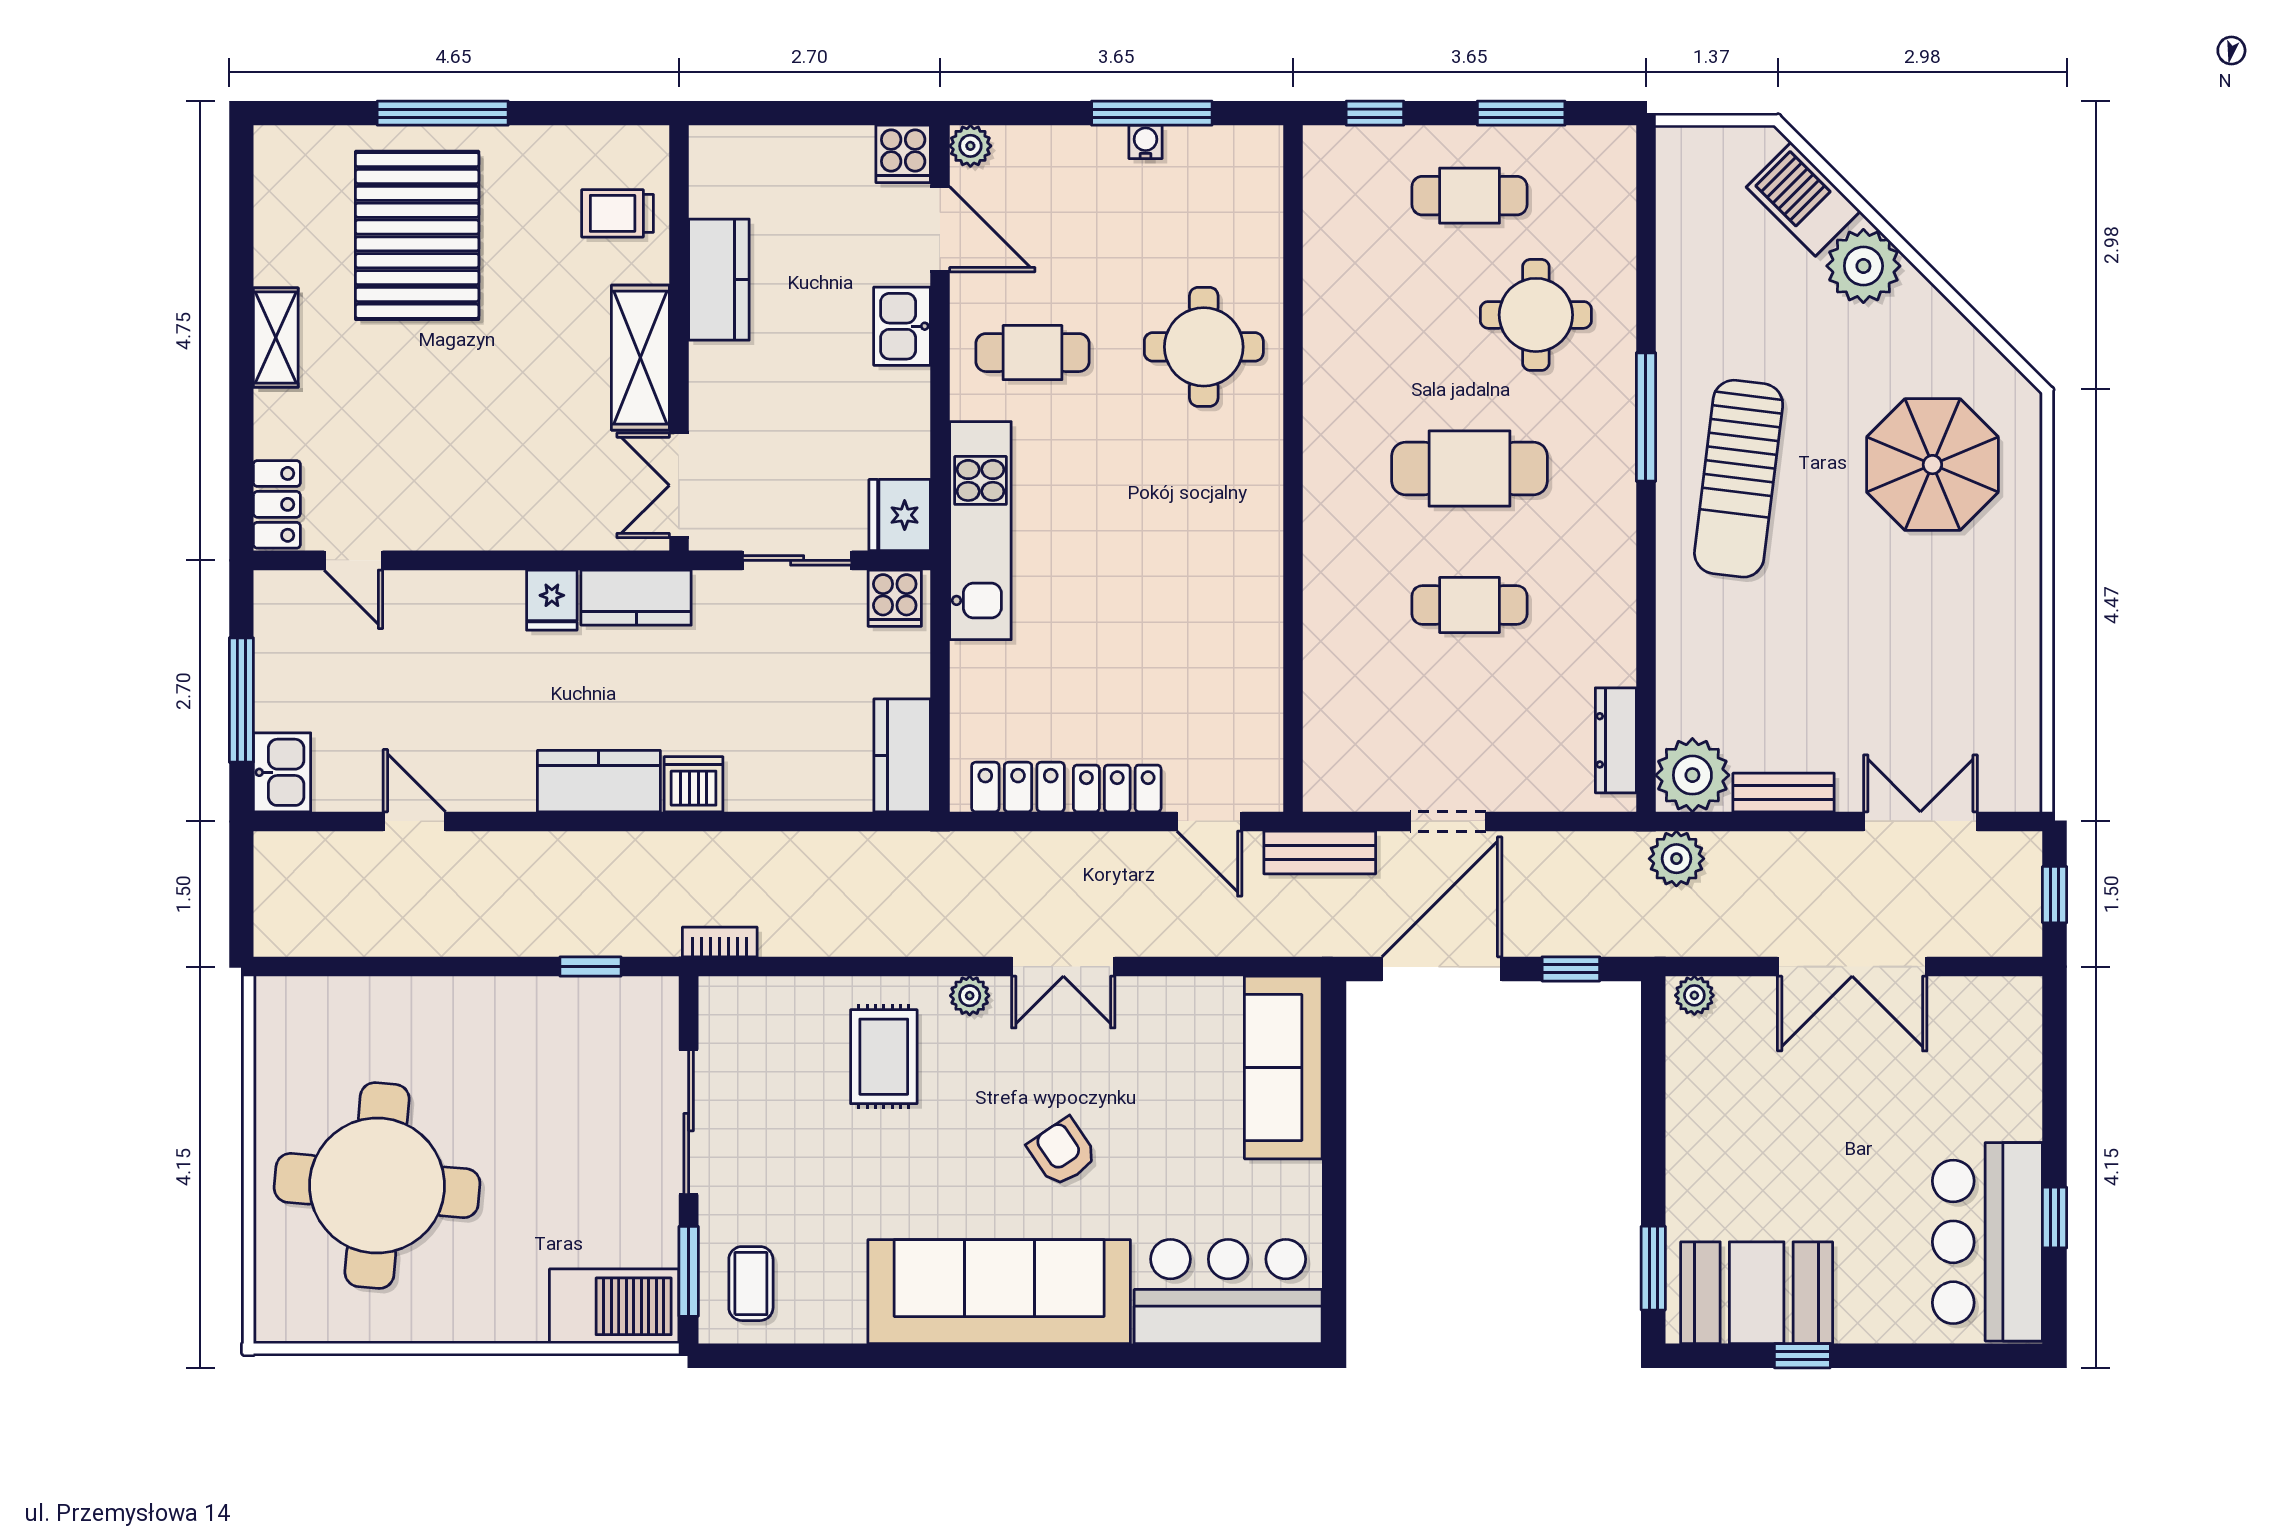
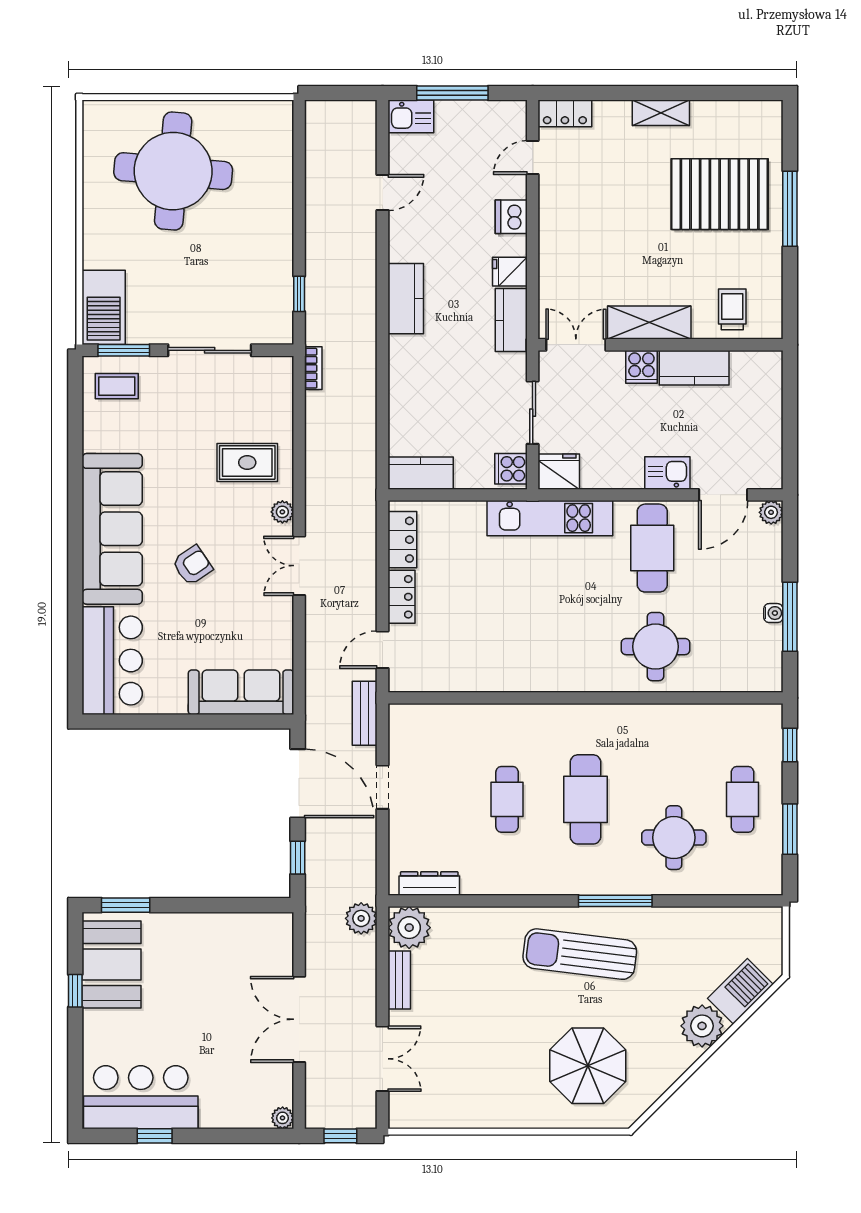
cooker: (903, 154) -> (641, 367), moved, turned -90
cafe table: (1032, 353) -> (652, 548), width x1.37, depth x1.35
dishwasher: (694, 784) -> (511, 217), moved, turned 180
plant: (1694, 995) -> (283, 1118), moved

